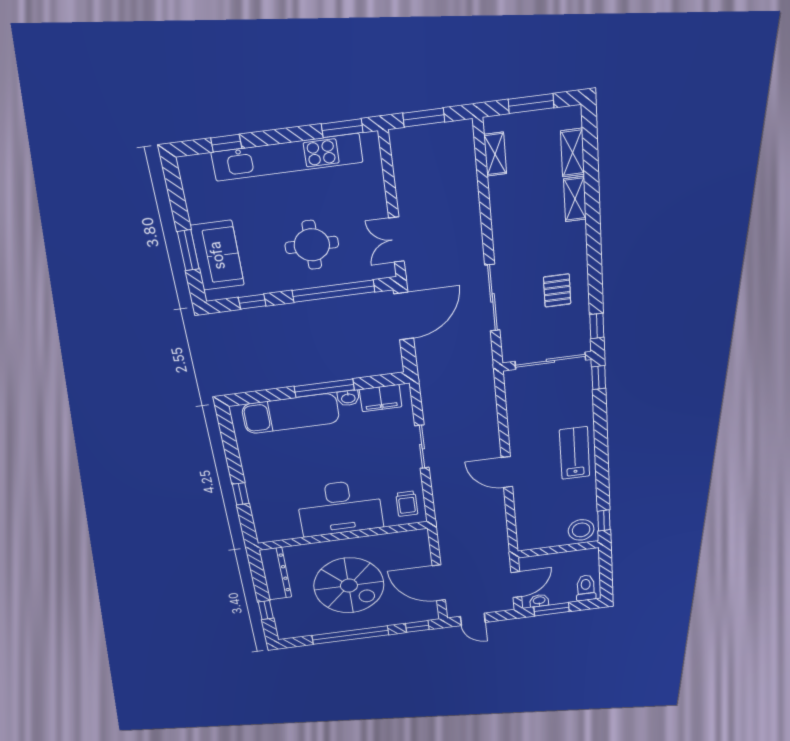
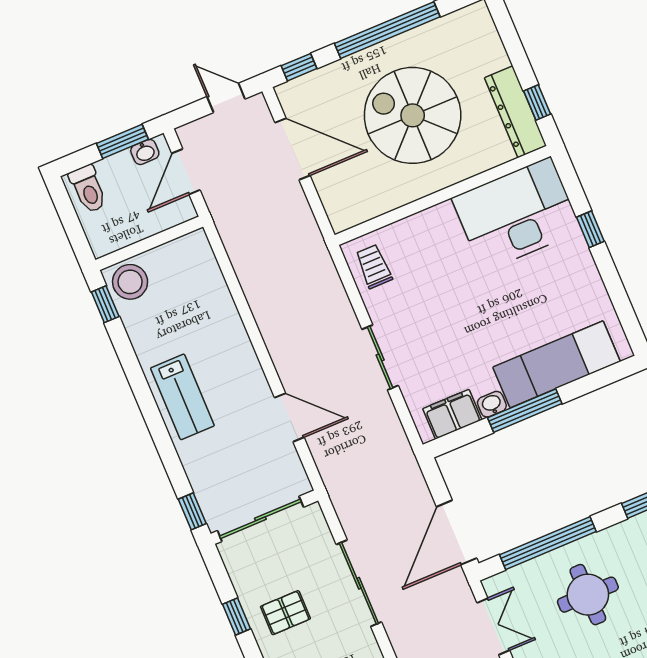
pallet: (557, 290) -> (285, 613), turned 90
window: (597, 326) -> (236, 617), moved
door: (507, 472) -> (289, 417), moved
desk: (340, 508) -> (517, 214), moved
window: (266, 610) -> (537, 102), moved

